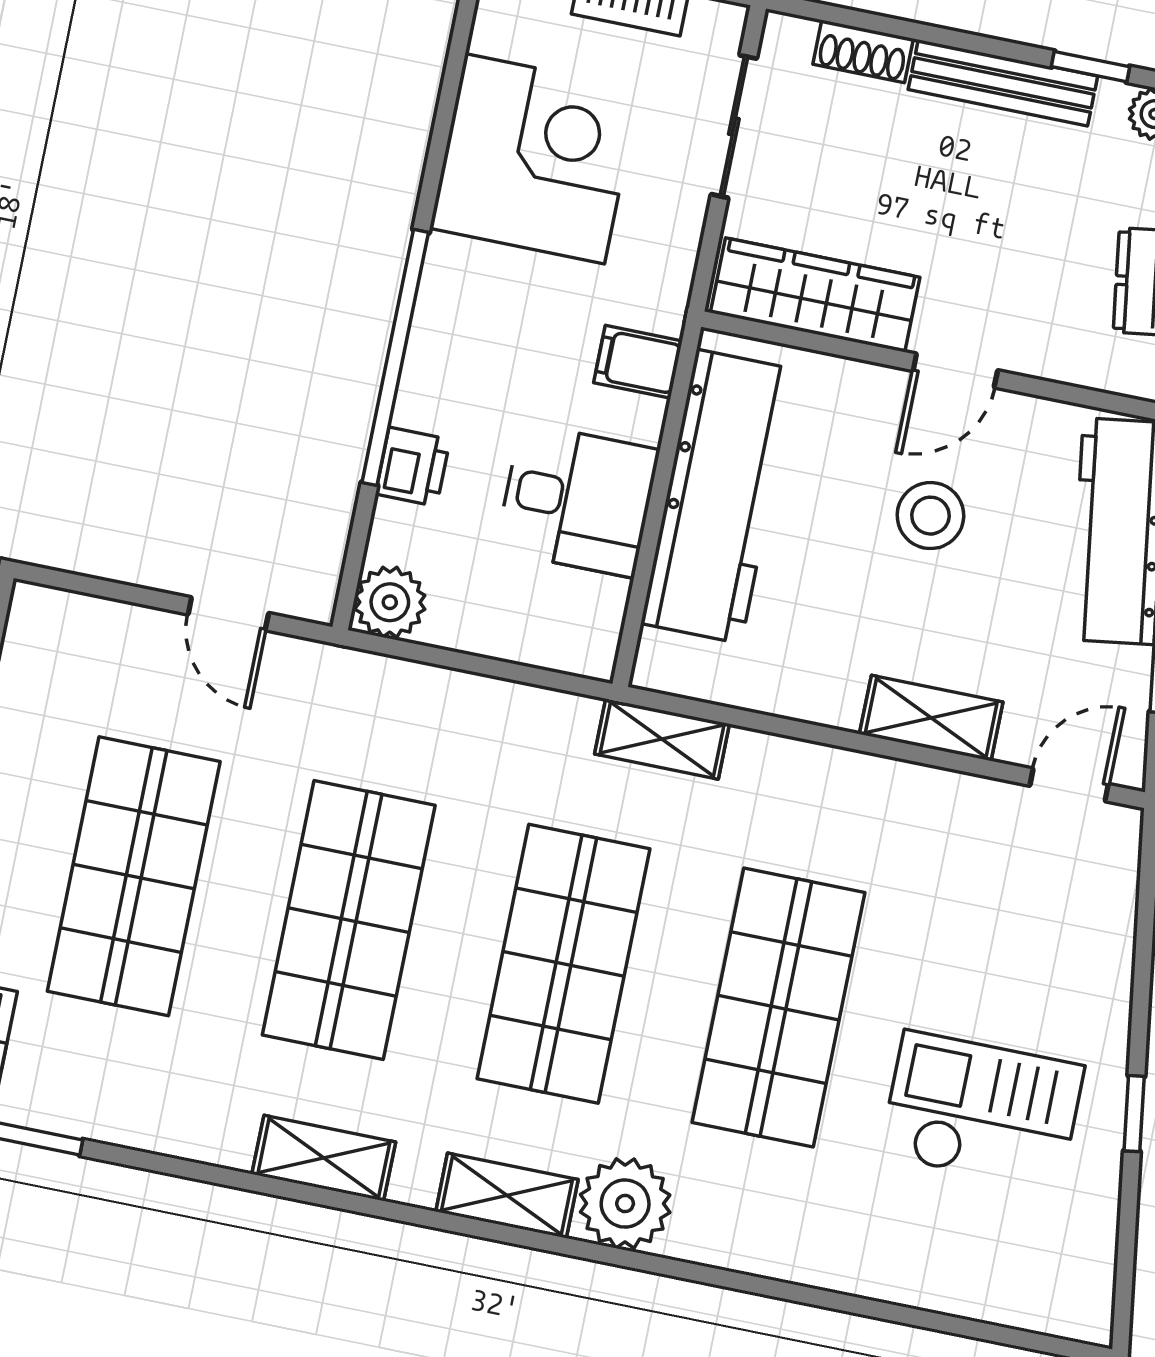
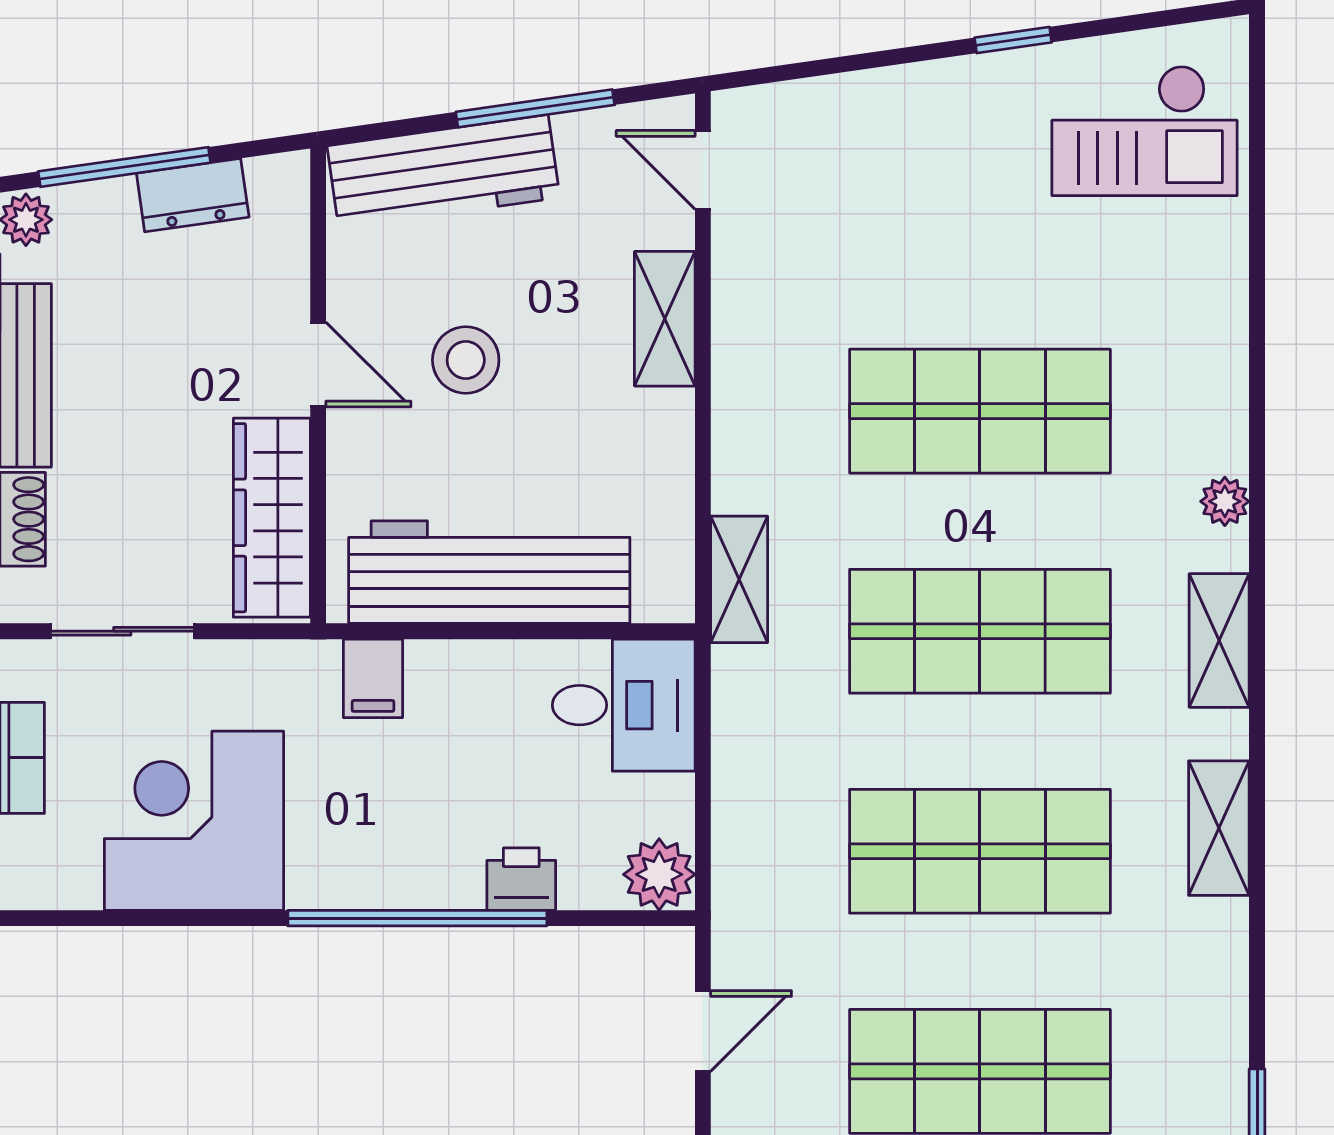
desk: (577, 500) -> (624, 705), moved, turned 90
checkout: (982, 1111) -> (1145, 131), moved, turned -90
plant: (625, 1204) -> (1225, 501), width x0.53, depth x0.53

